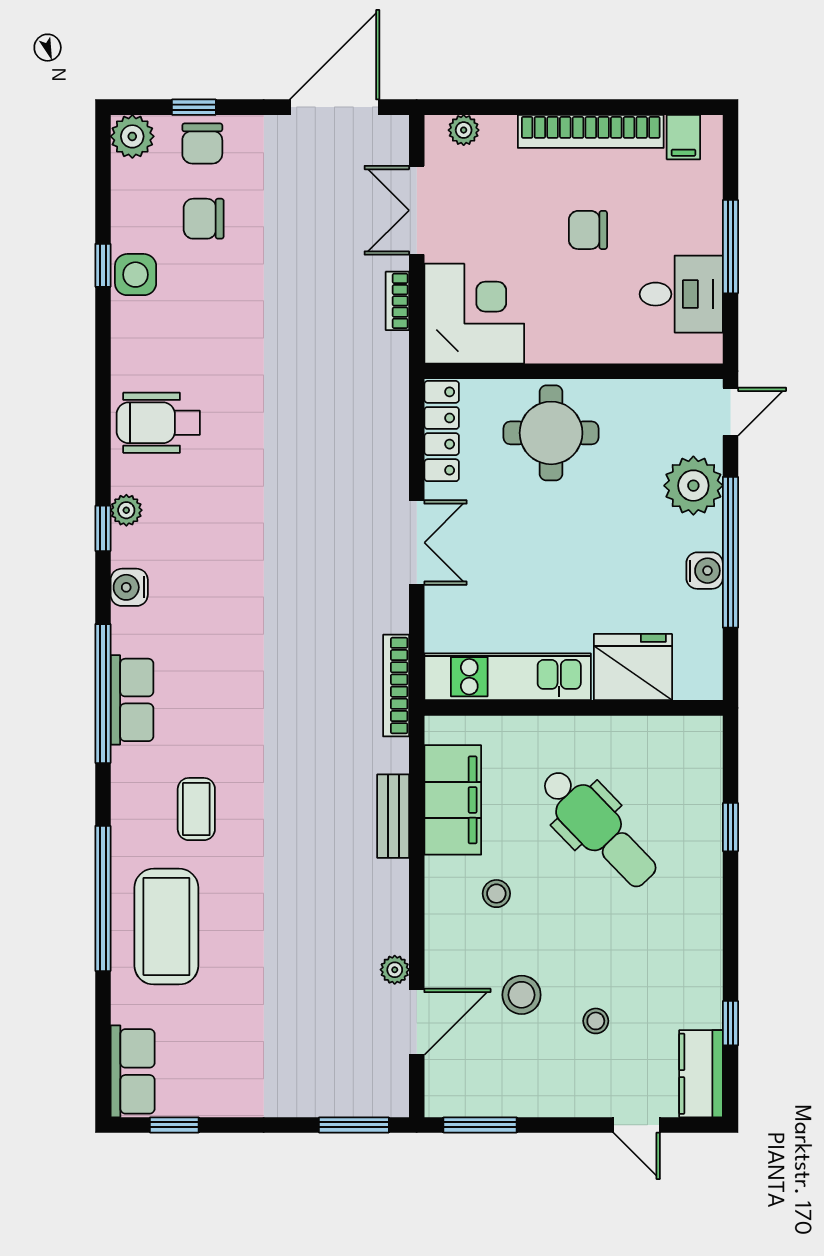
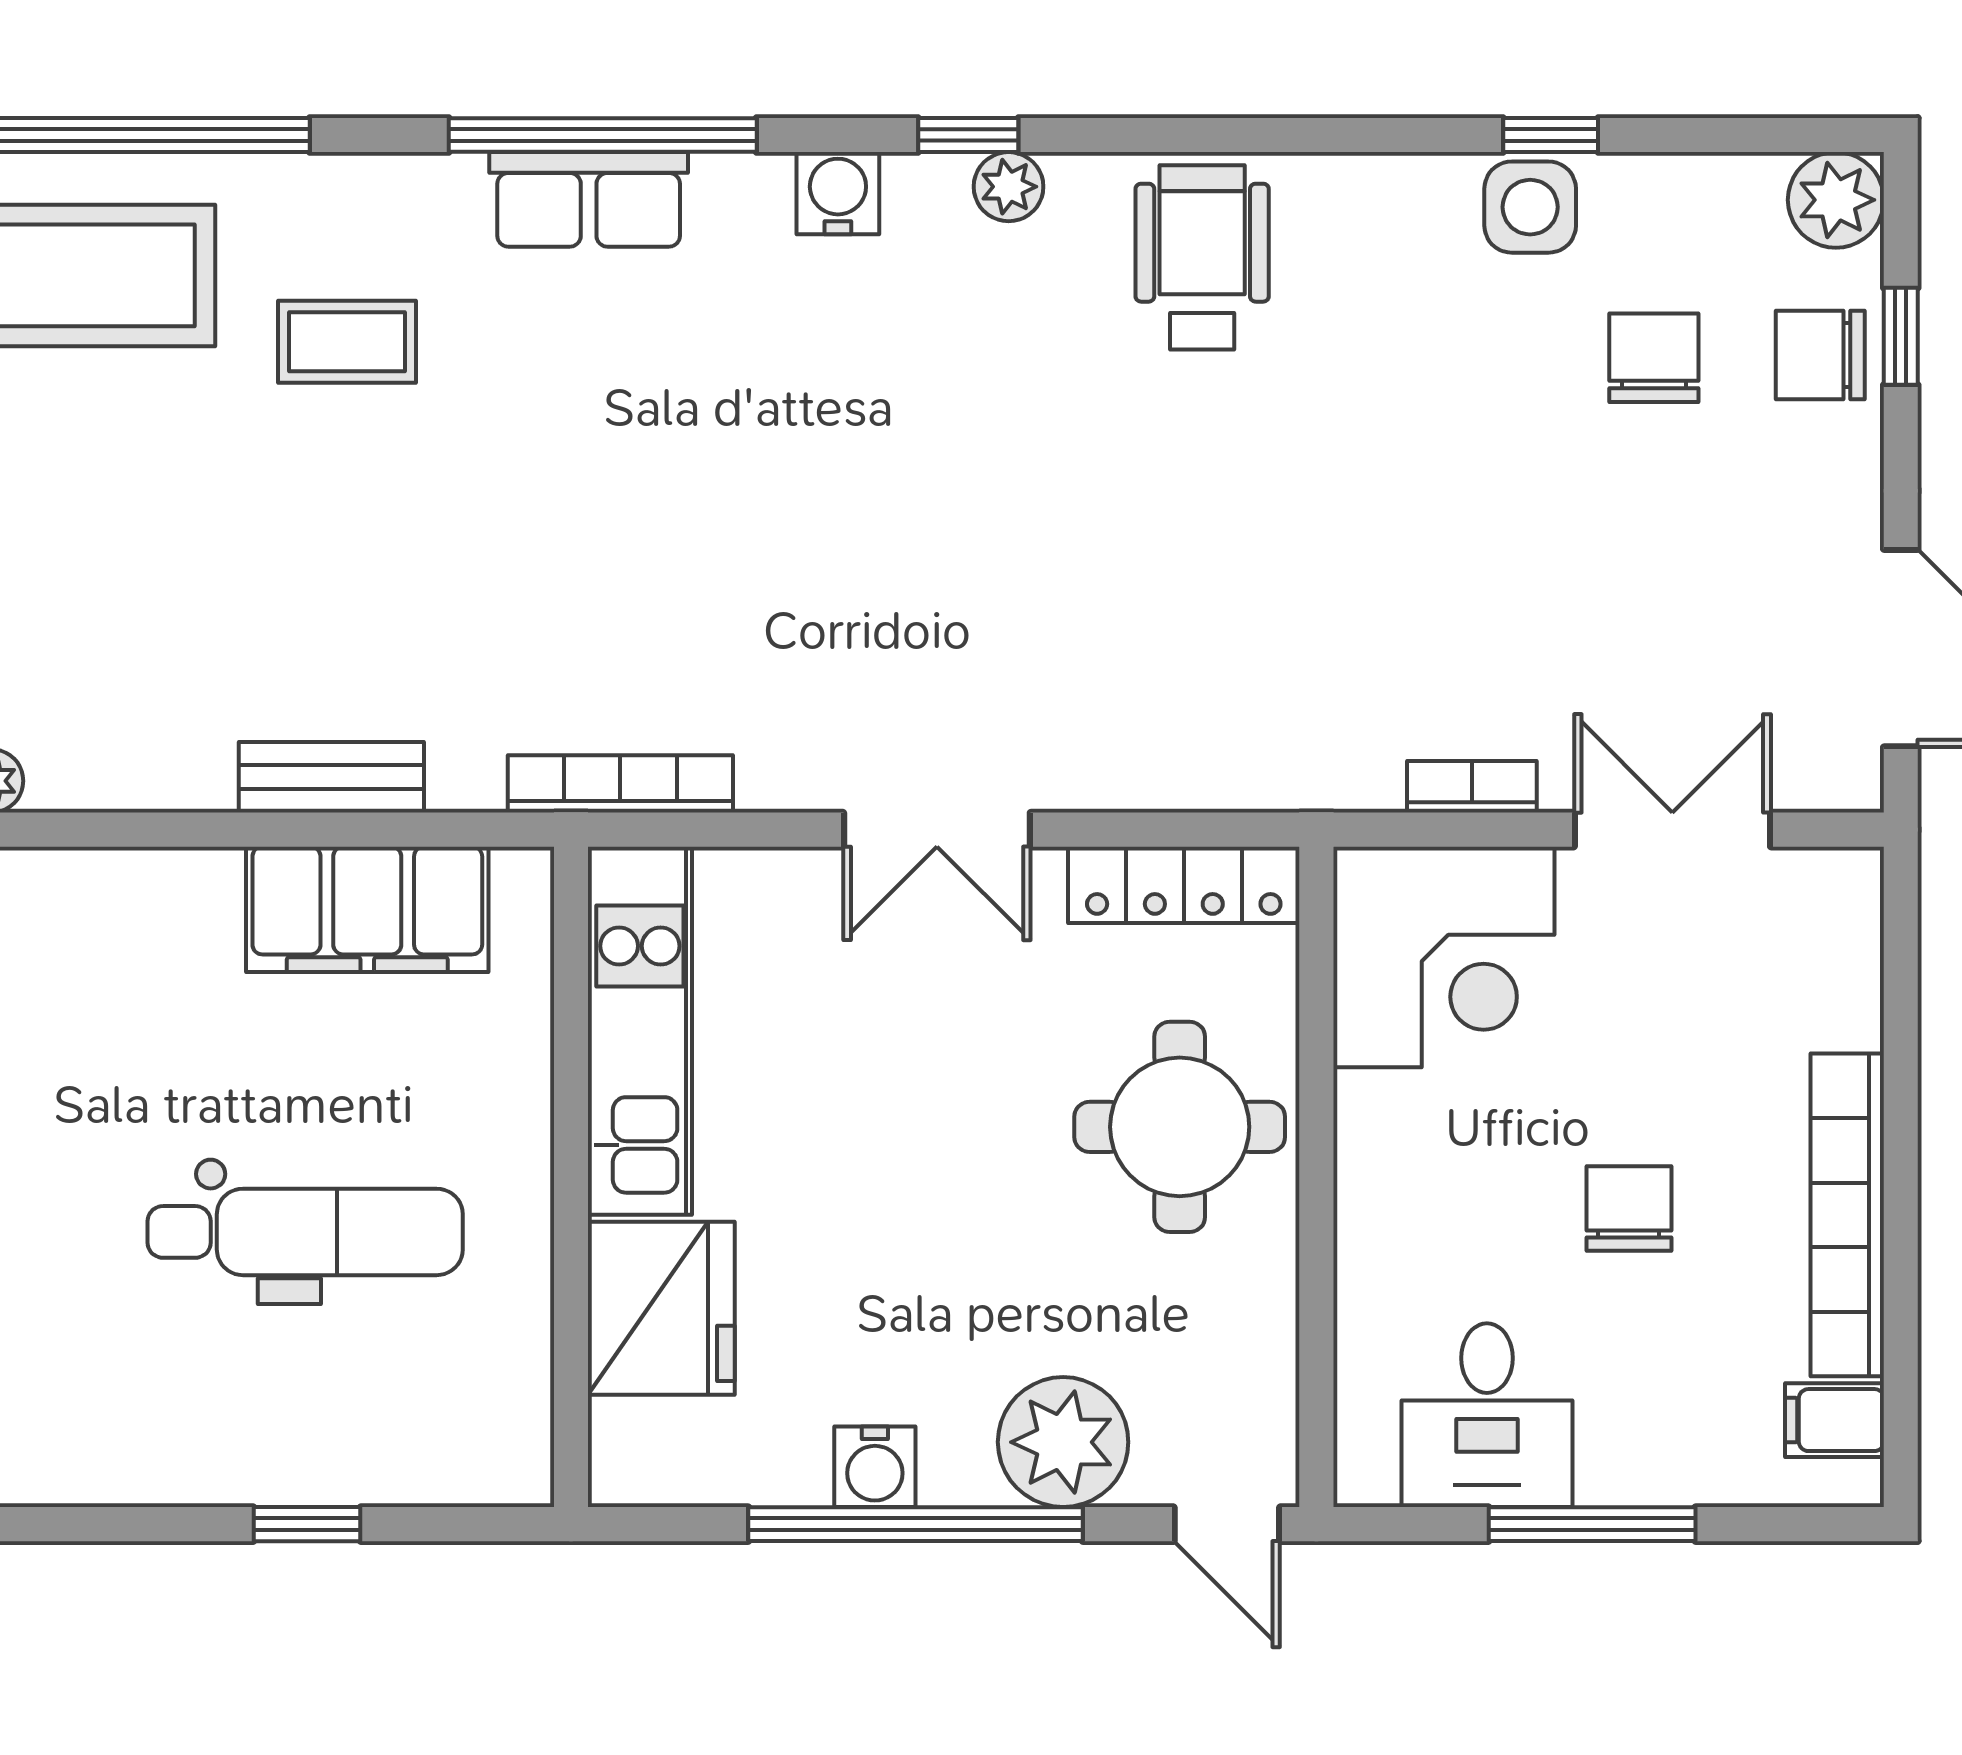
plant: (464, 130) -> (1850, 933), removed
dental chair: (598, 828) -> (305, 1232), turned -136
stool: (496, 894) -> (160, 1006), removed

